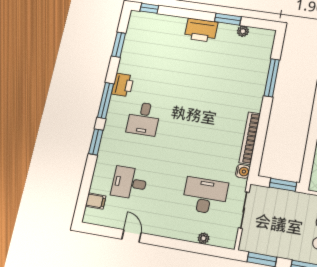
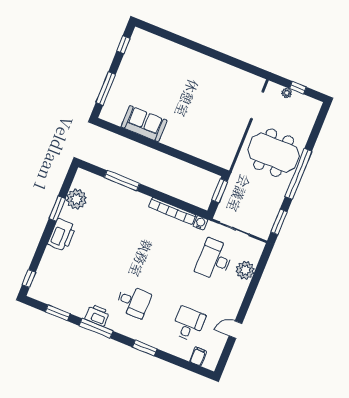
plant: (243, 31) -> (76, 199), width x1.88, depth x1.88
window: (106, 101) -> (96, 328), moved
desk: (129, 183) -> (188, 324), turned 180
plant: (203, 238) -> (245, 270), width x1.88, depth x1.88

